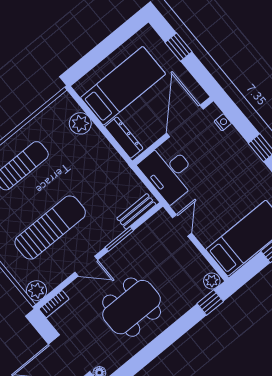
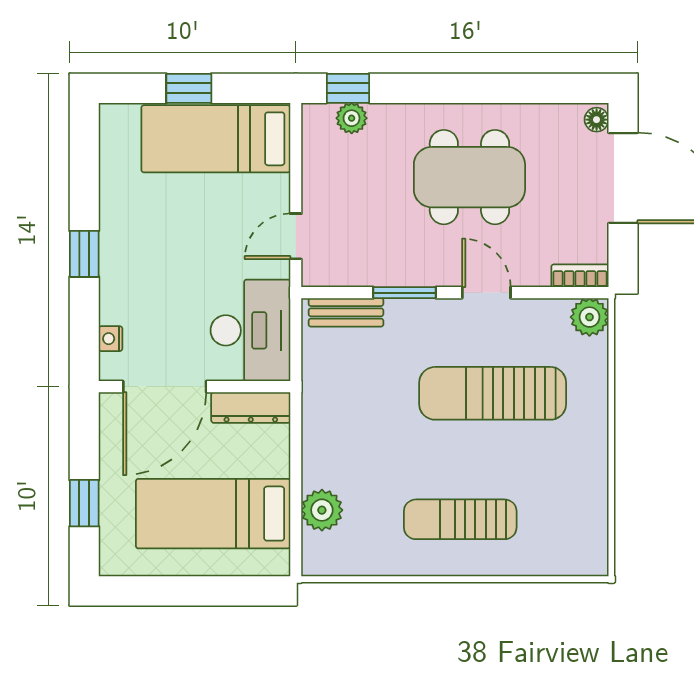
dresser: (124, 138) -> (251, 408), moved, turned -90
plant: (212, 281) -> (352, 118), moved

